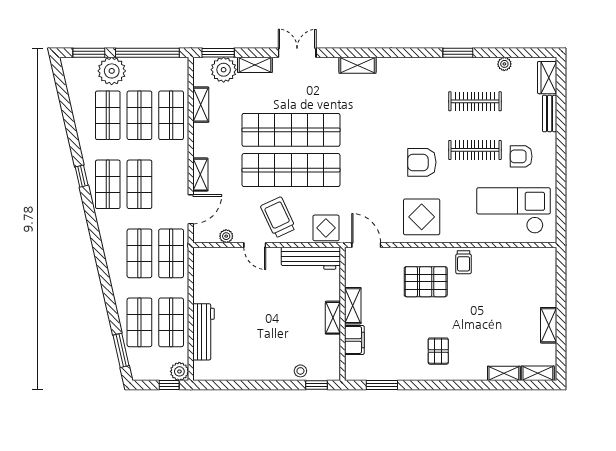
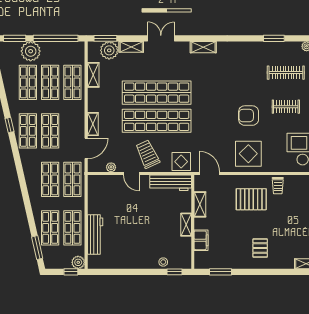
clothes rail: (475, 150) -> (286, 107), width x0.73
shelving: (353, 306) -> (200, 204), moved

